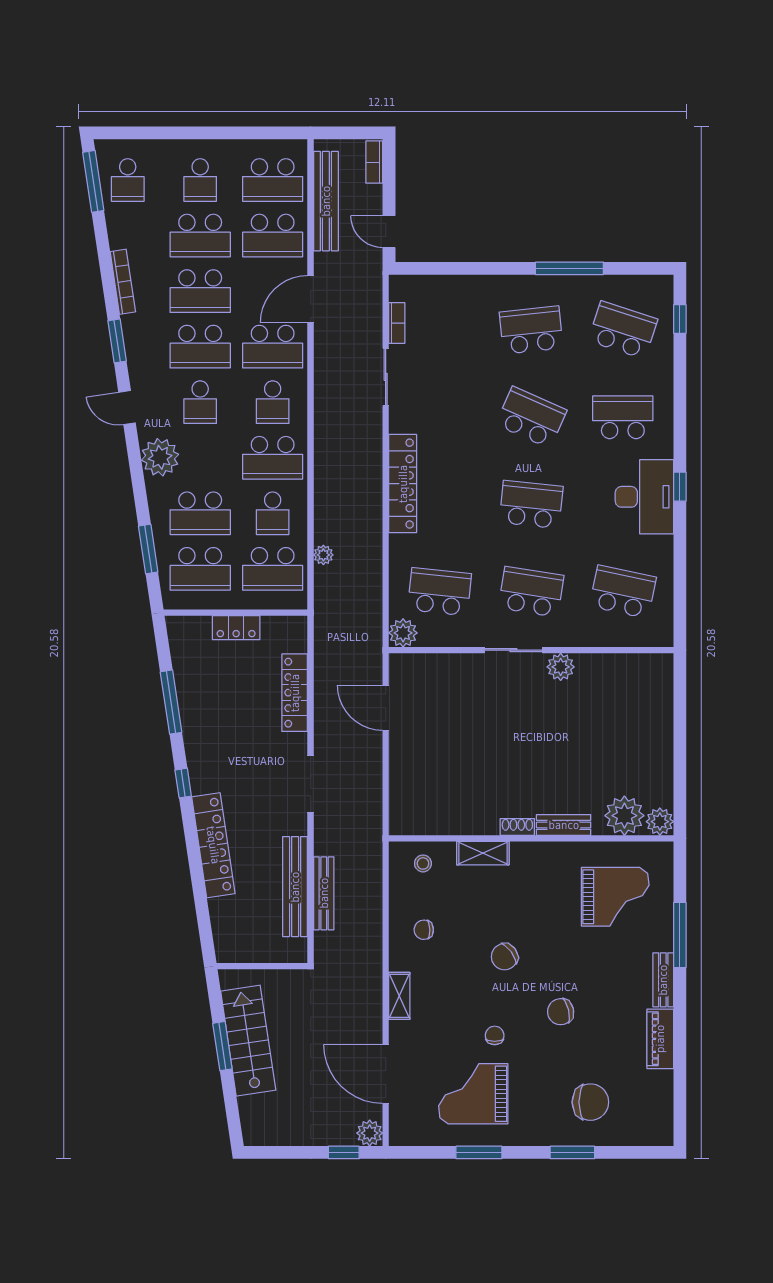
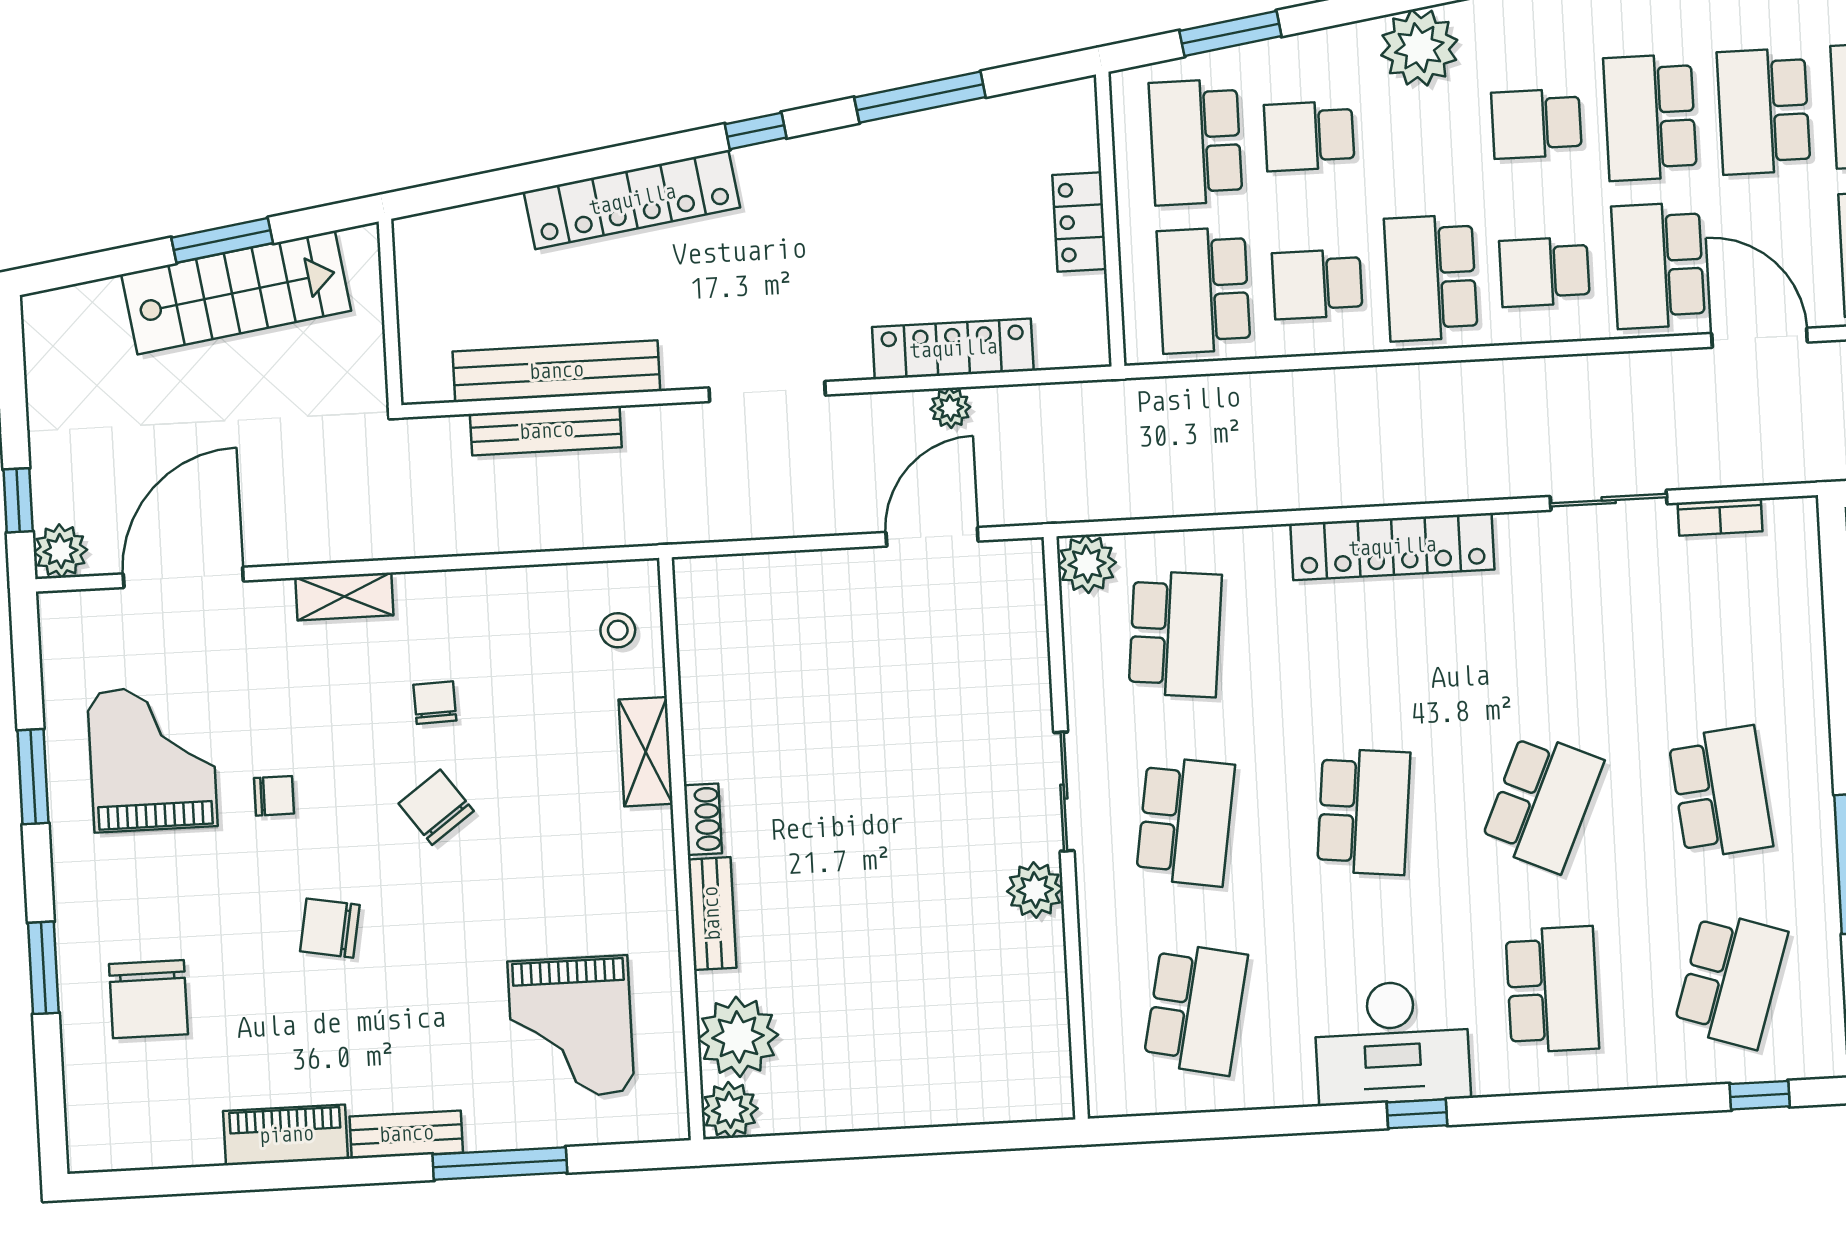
school desk: (200, 513) -> (1309, 136), width x0.54
plant: (323, 555) -> (950, 408), moved
chair: (424, 930) -> (435, 703), moved
chair: (561, 1012) -> (330, 928), turned -67

